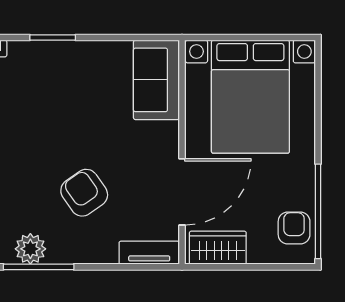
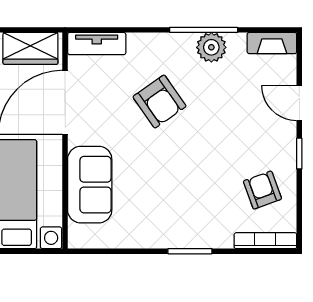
sofa: (156, 80) -> (90, 185), moved

